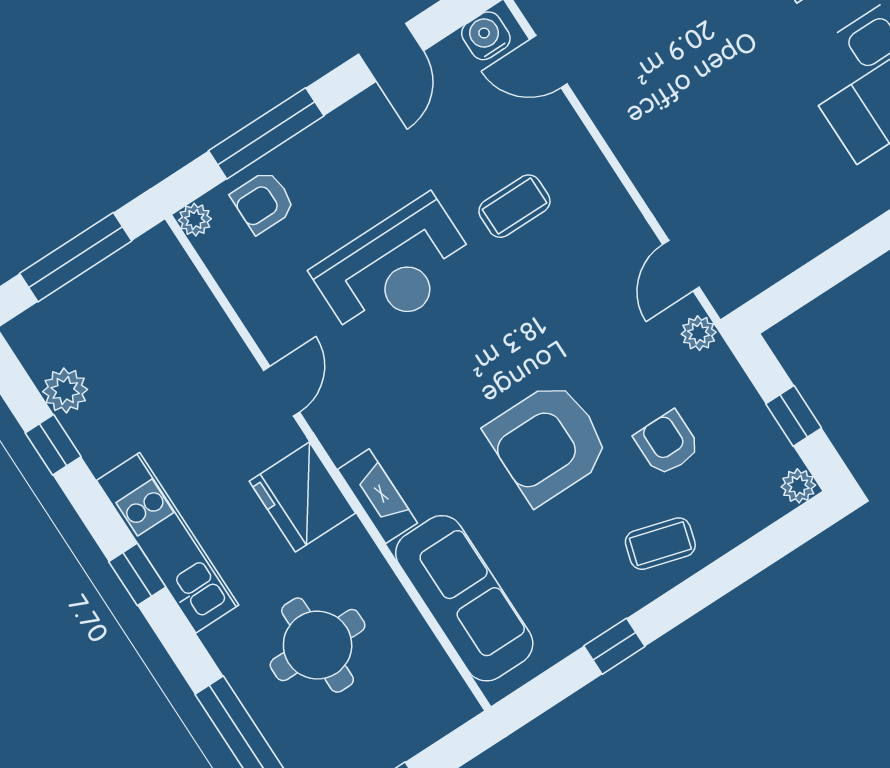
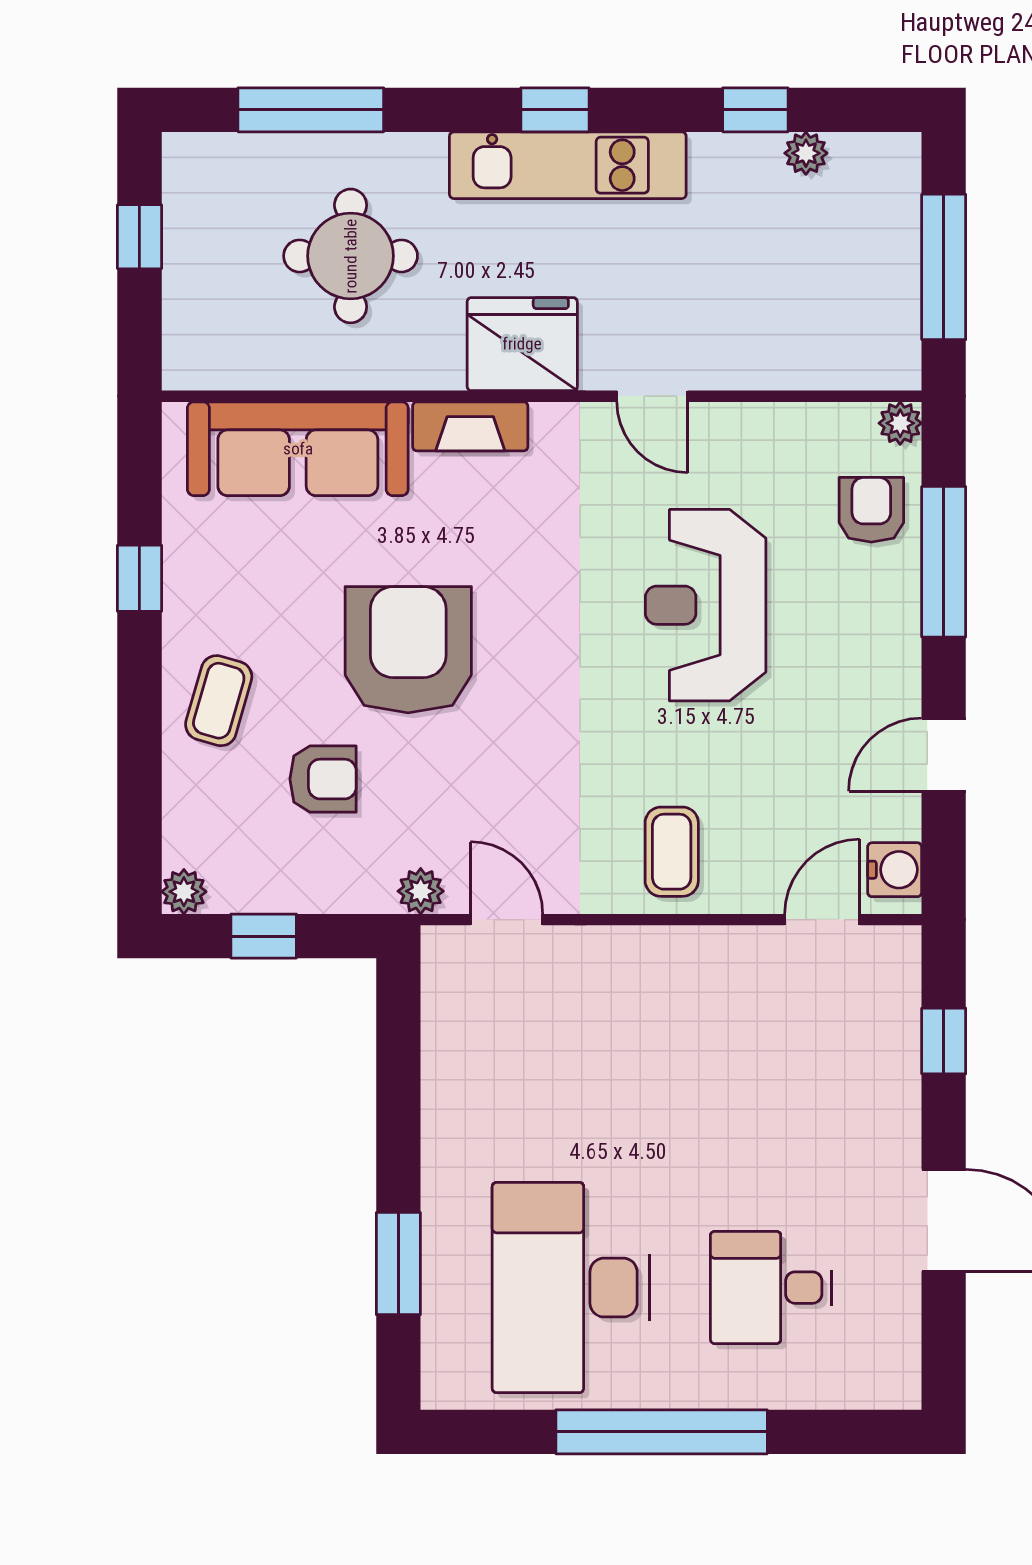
door: (391, 52) -> (944, 755), hinge flipped
coffee table: (514, 206) -> (672, 852), moved
plant: (65, 391) -> (806, 153), width x0.73, depth x0.73

